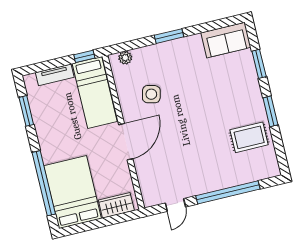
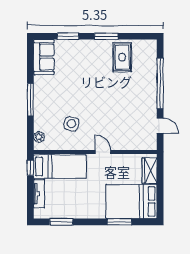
window: (169, 36) -> (30, 100), width x1.44
door: (126, 142) -> (103, 152), width x0.53
window: (44, 183) -> (120, 222), width x0.47

